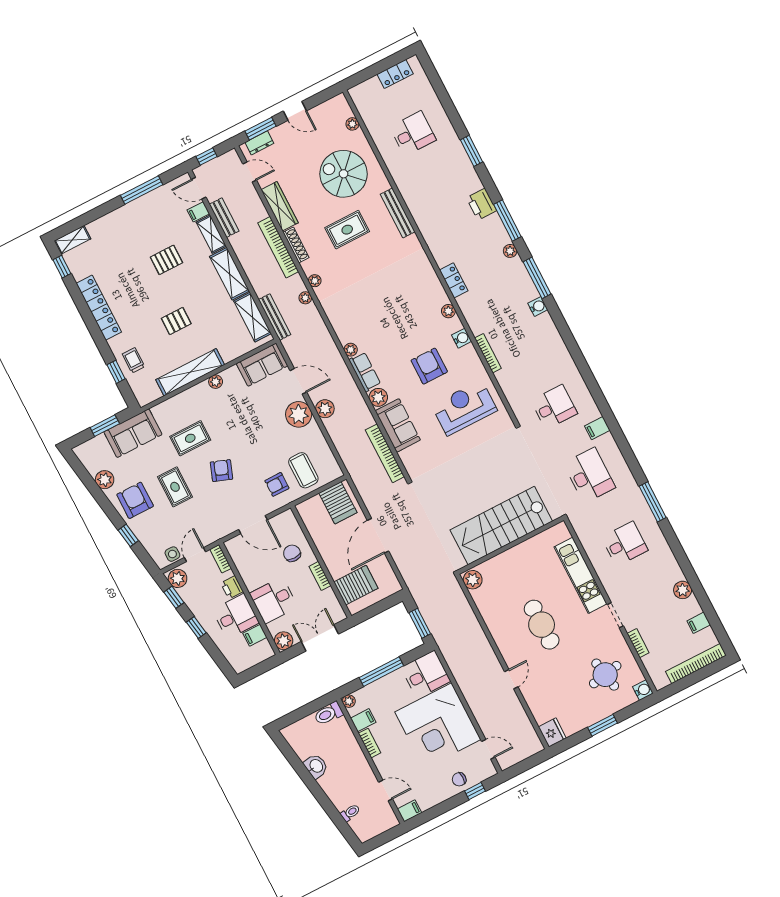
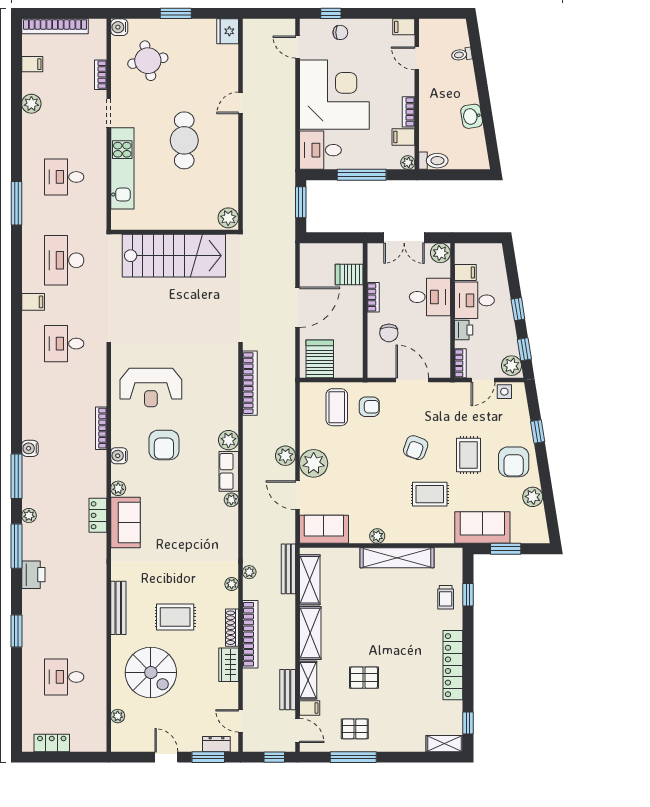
wardrobe: (280, 206) -> (229, 665), width x0.67
pallet: (176, 321) -> (355, 729), moved
sofa: (398, 425) -> (125, 523), moved, turned 180
server rack: (356, 585) -> (349, 274), width x0.73, depth x0.70

